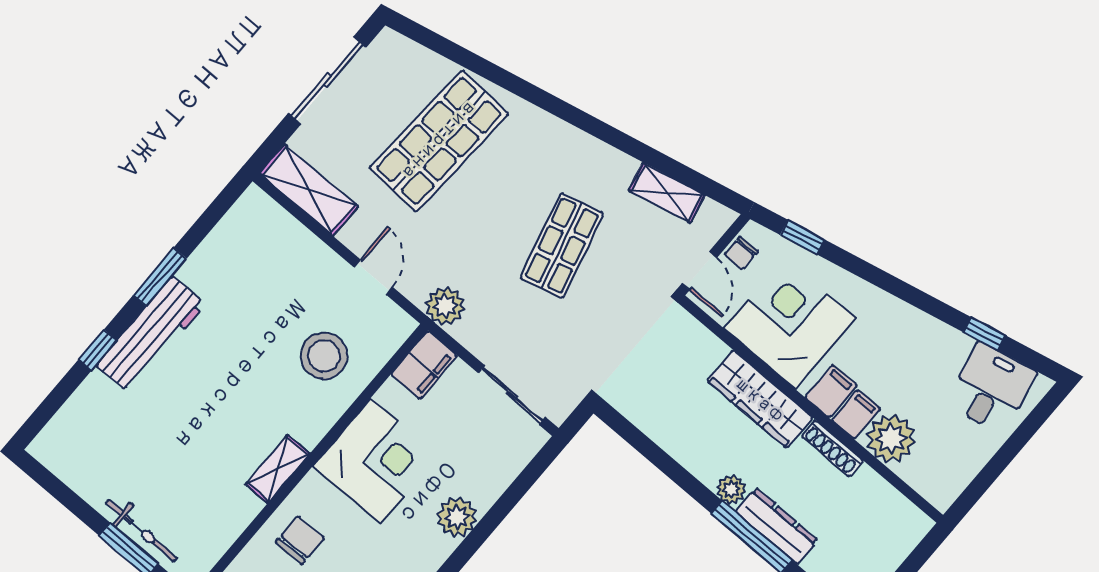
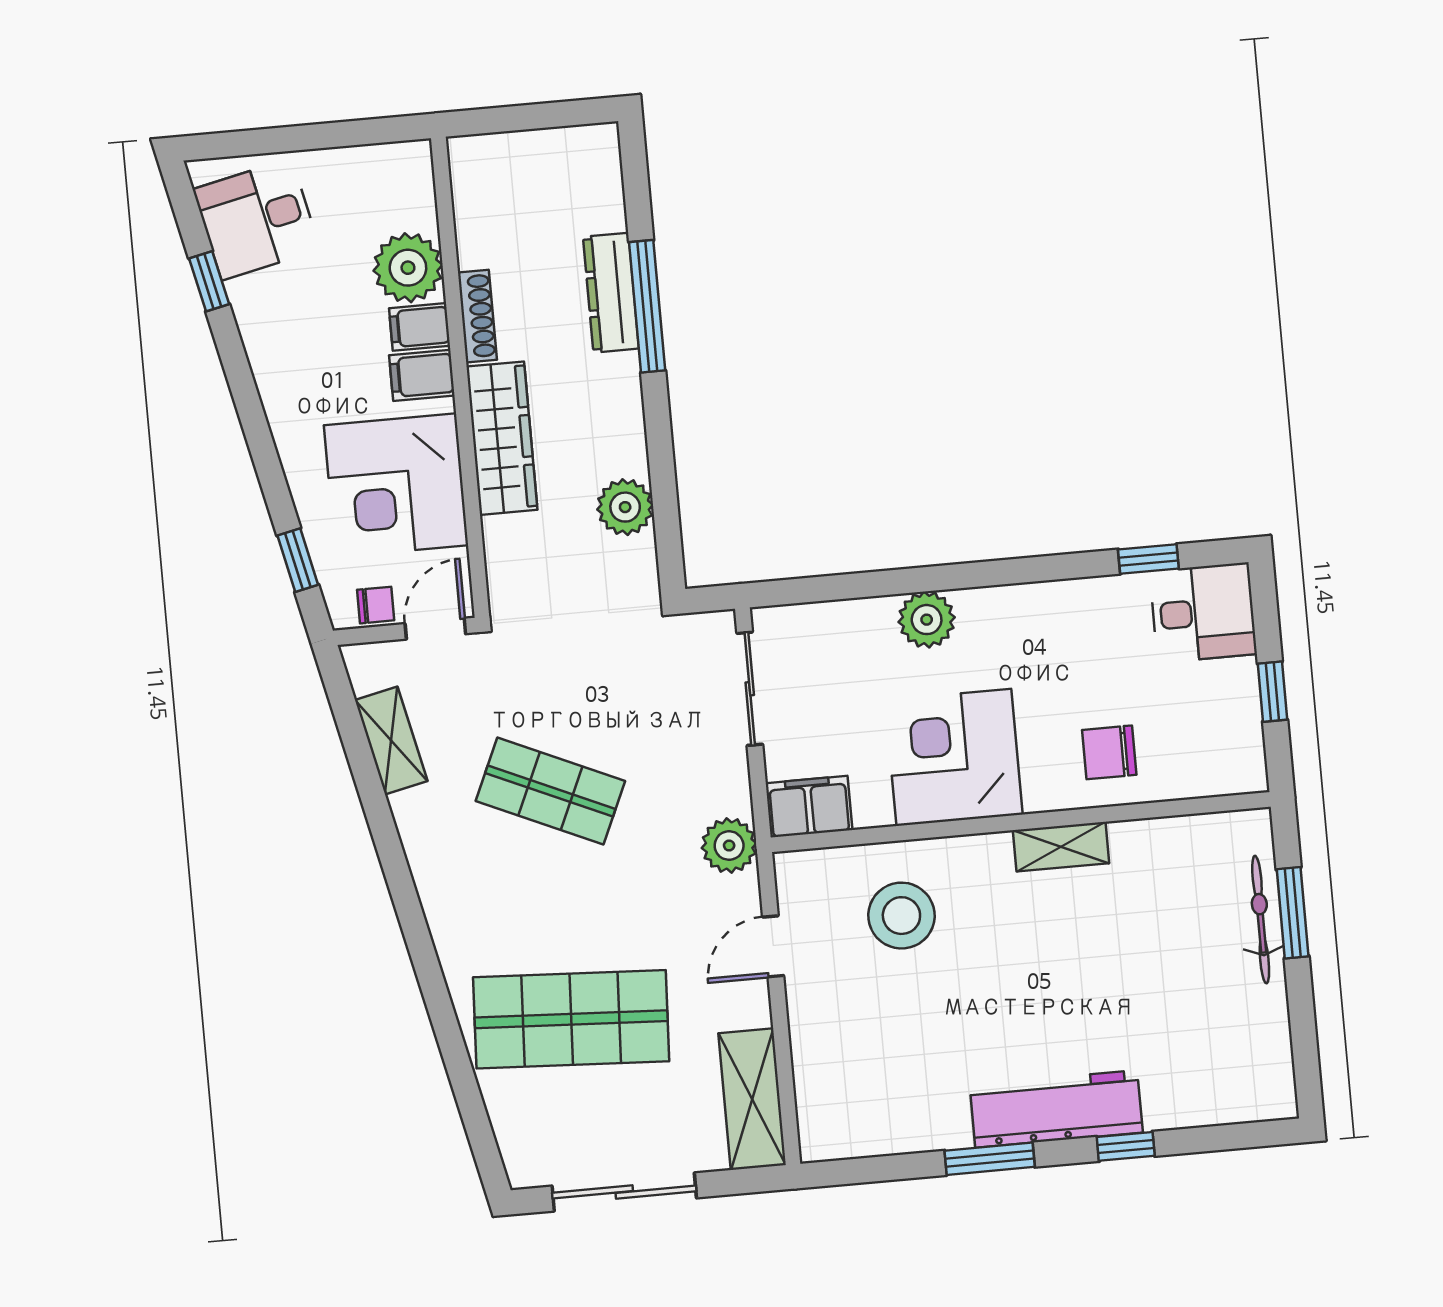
shop shelf: (562, 246) -> (550, 791), turned 39
plant: (731, 489) -> (625, 507), moved, width x1.38, depth x1.38

